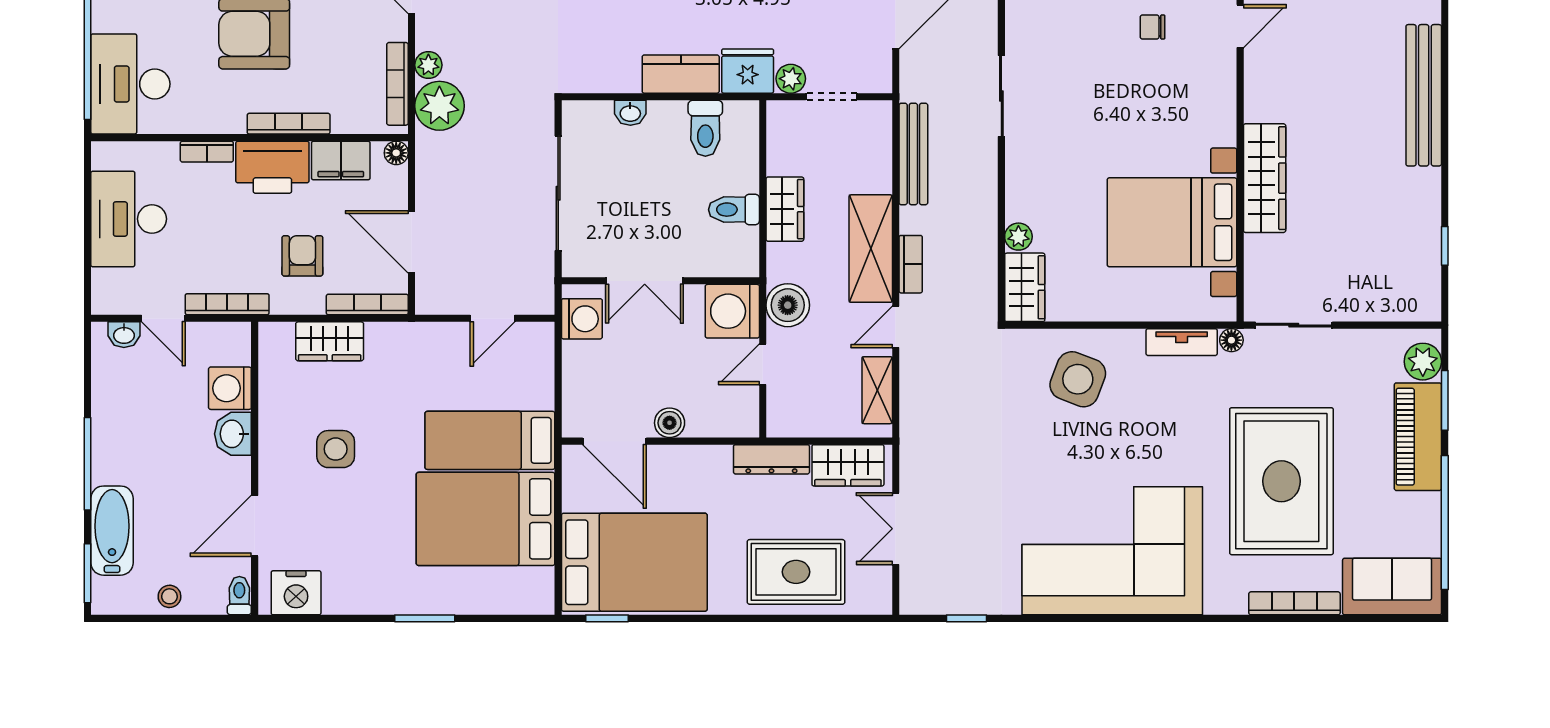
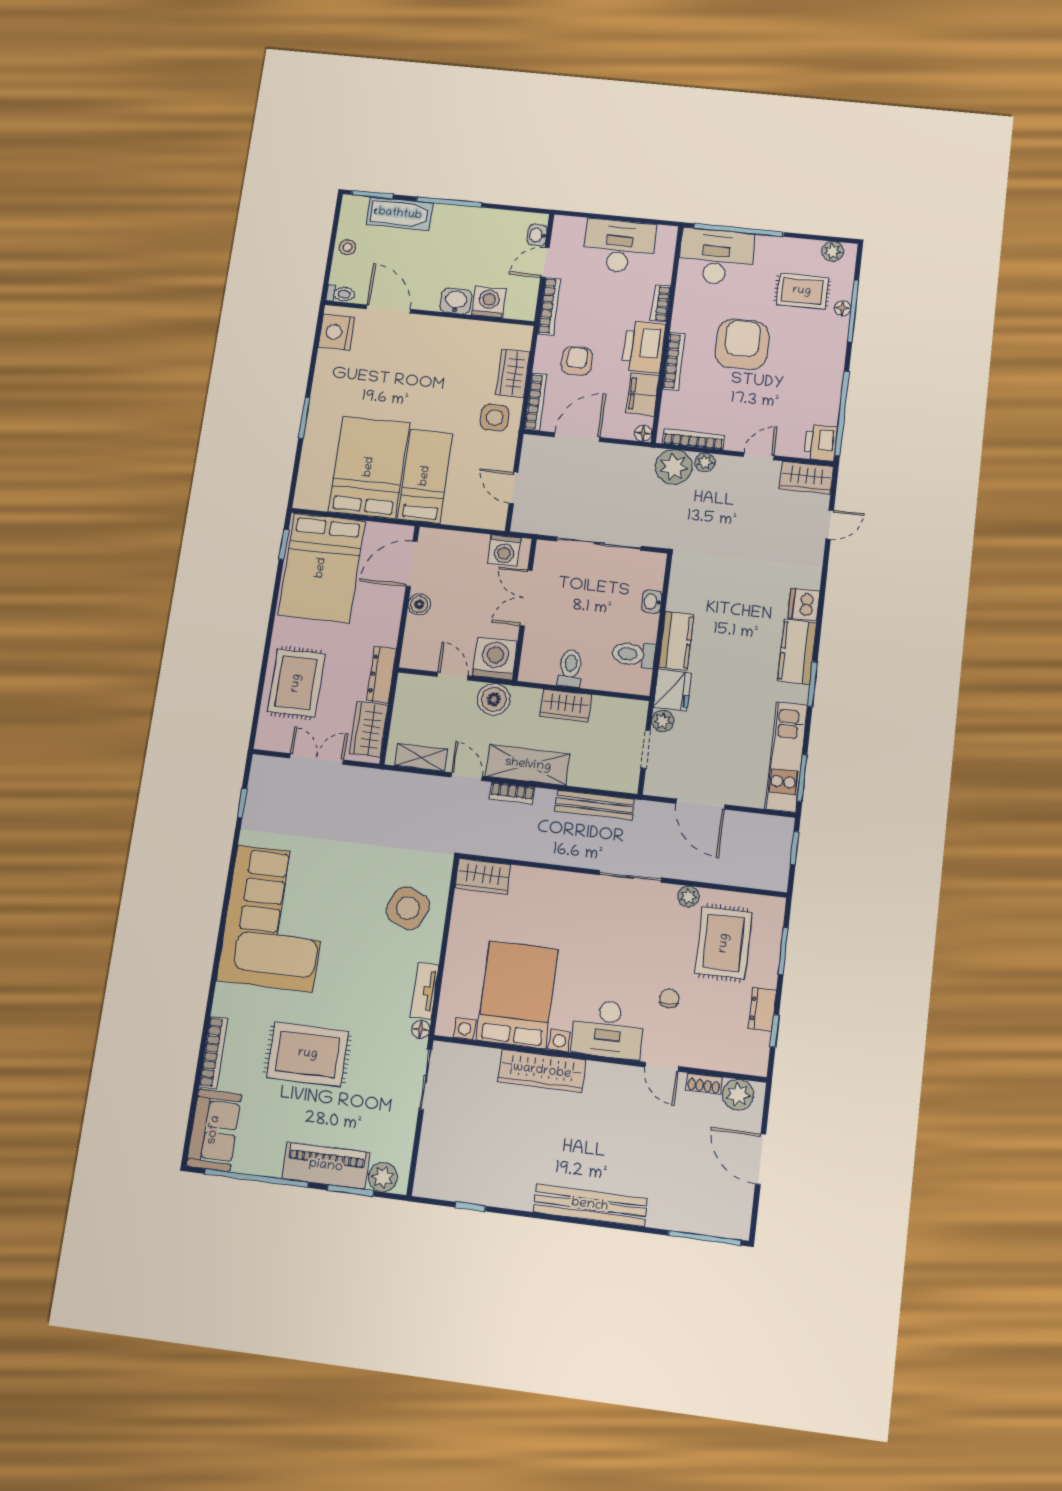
desk: (1201, 100) -> (608, 1029), added
plant: (1018, 237) -> (688, 896), moved
armchair: (302, 256) -> (577, 361), turned -90
side table: (336, 449) -> (495, 417), moved
rug: (1281, 481) -> (308, 1054), width x0.73, depth x0.69

